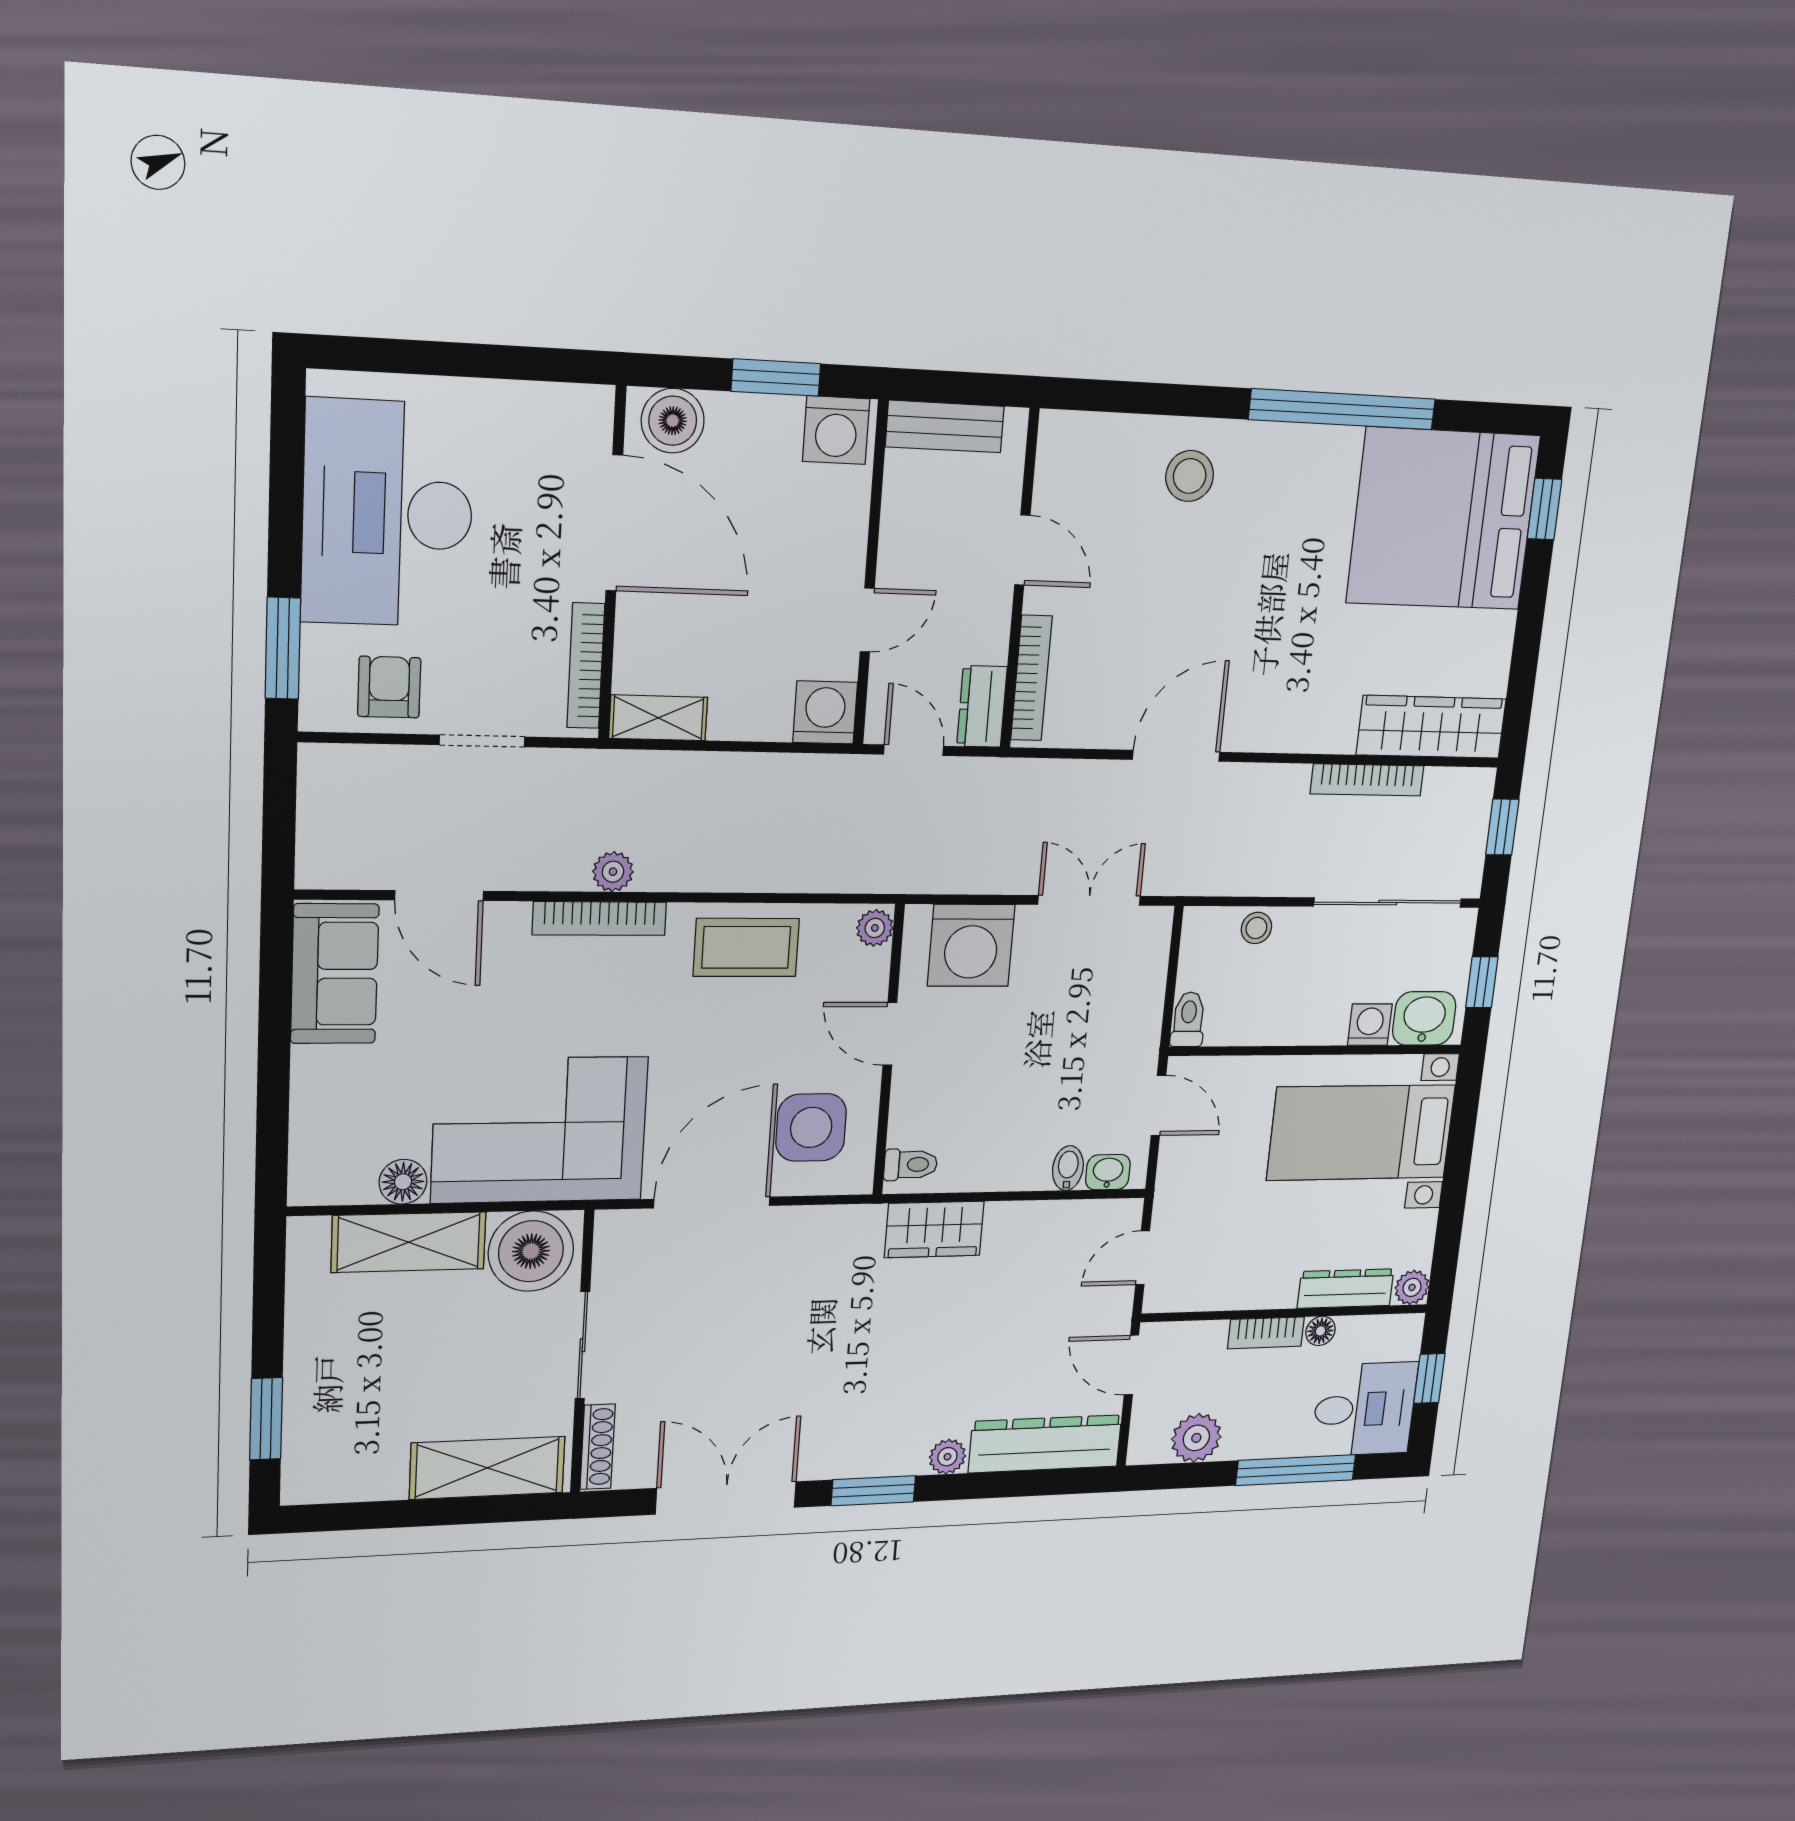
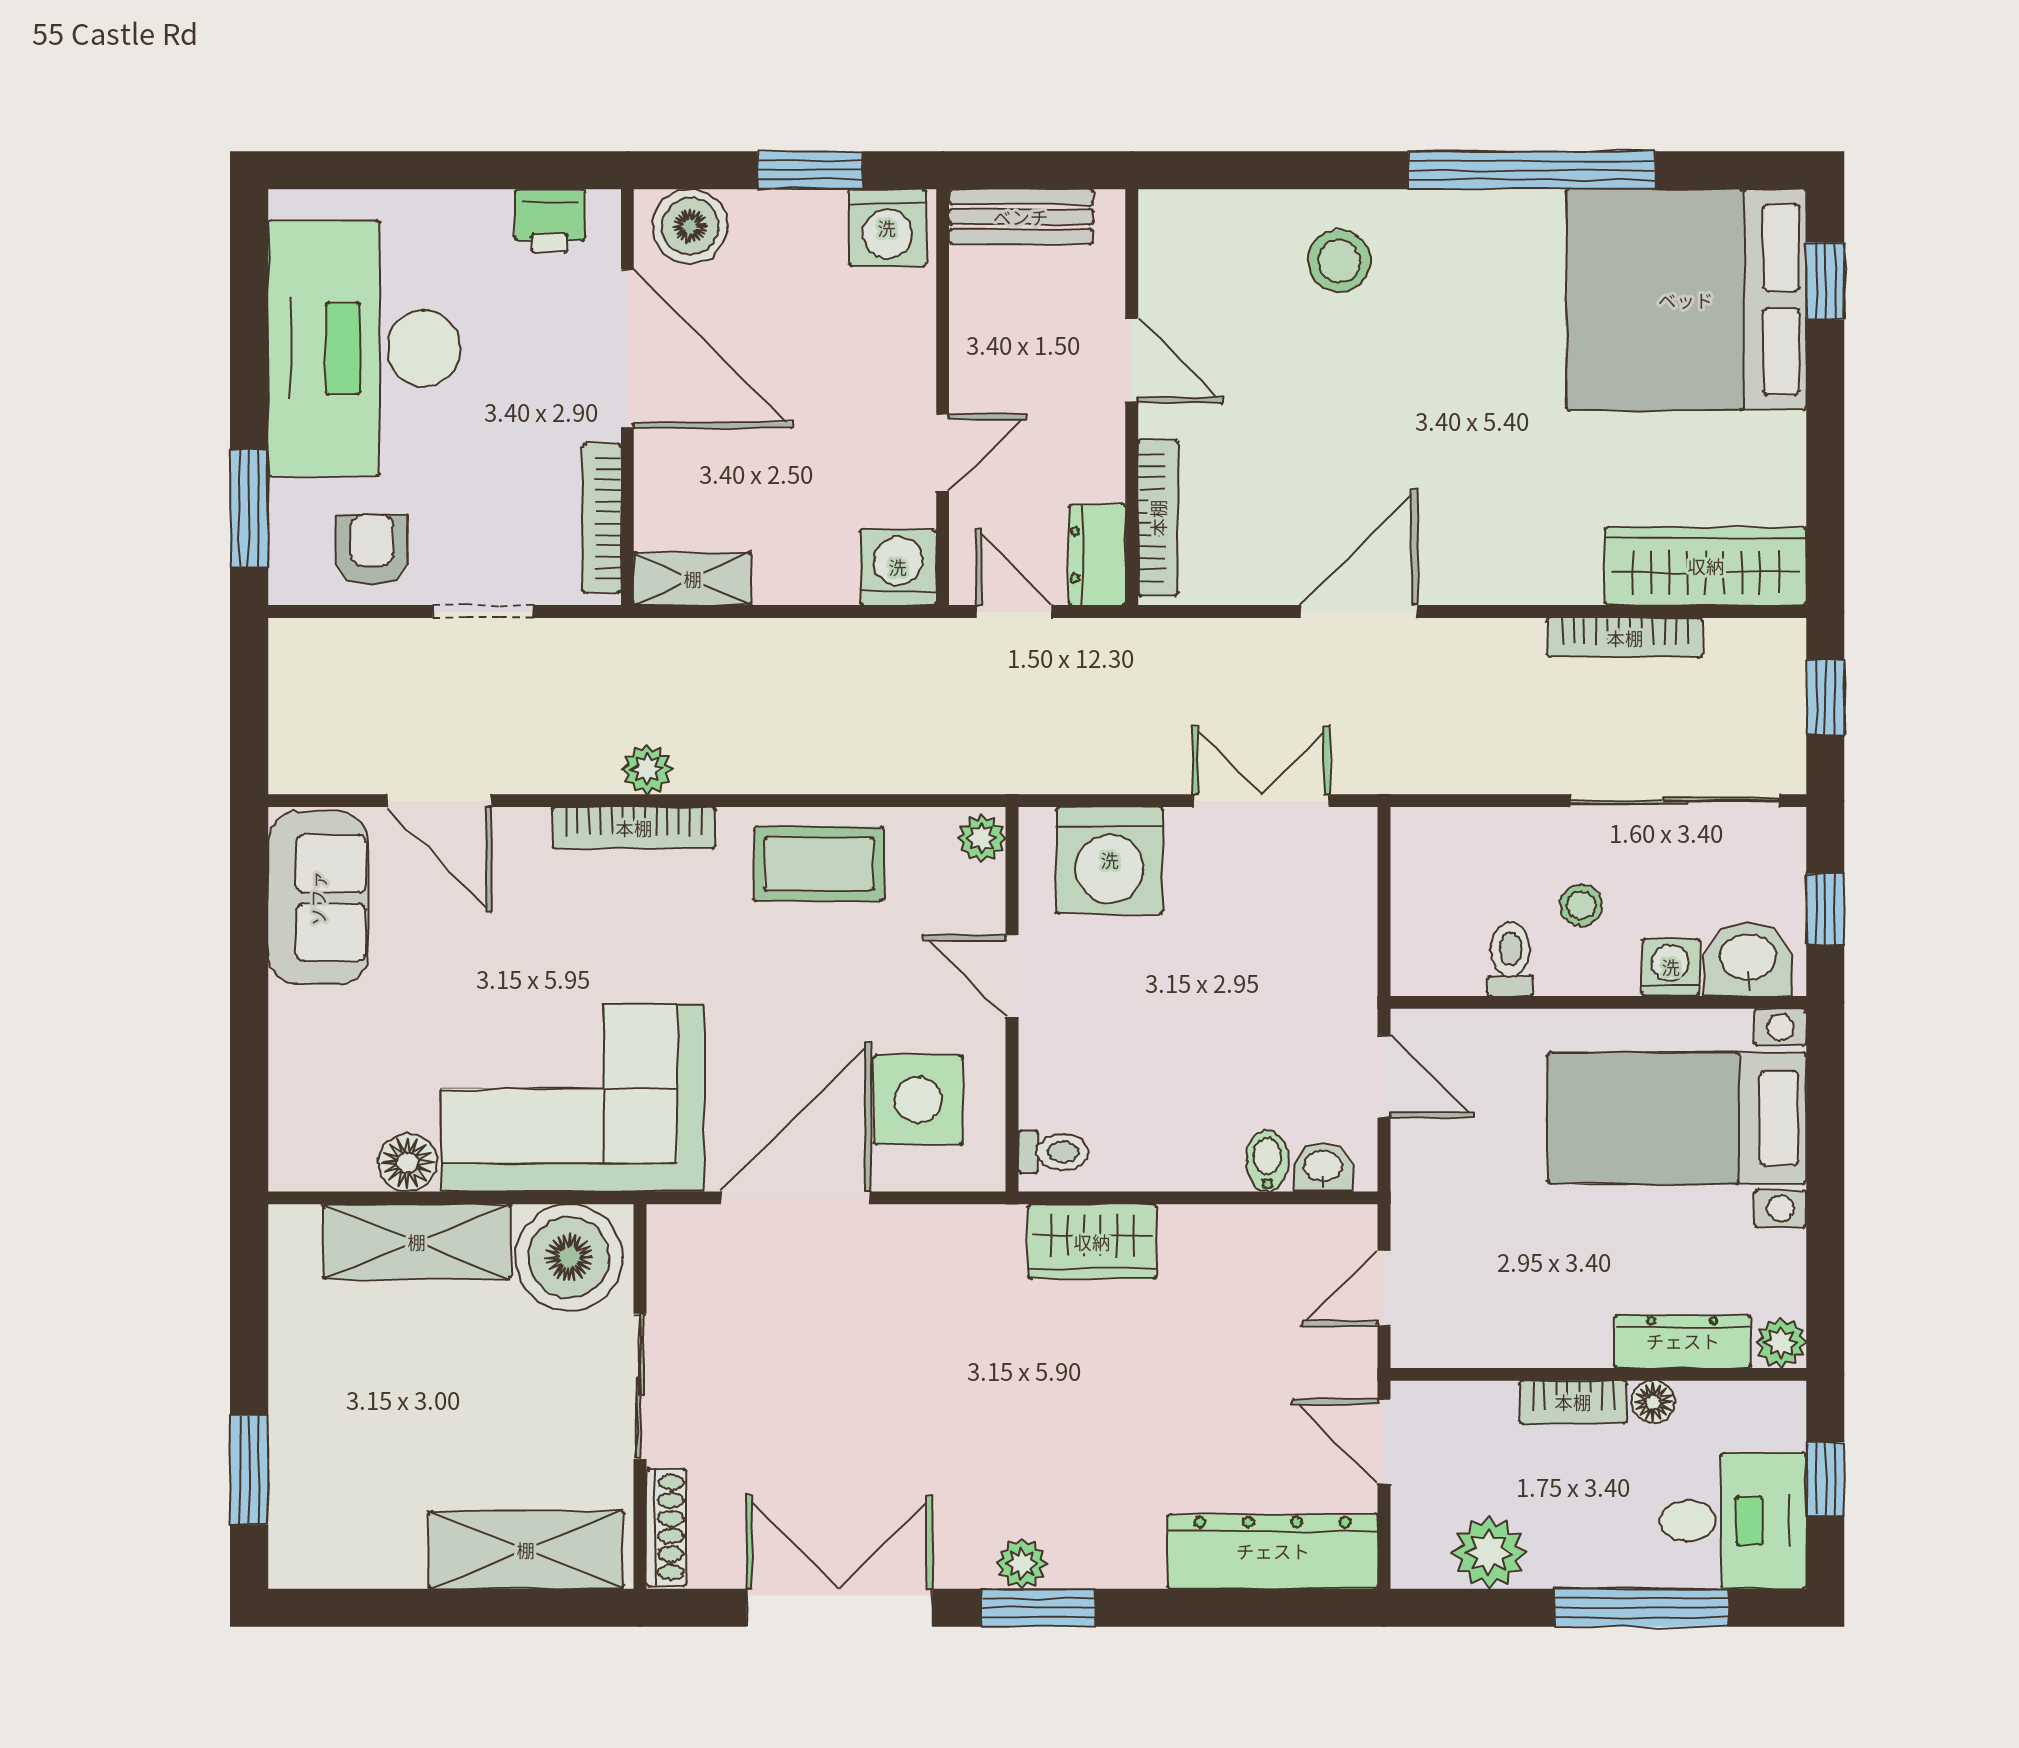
printer: (553, 410) -> (550, 221), added
stool: (1256, 928) -> (1581, 905), moved
toilet: (1188, 1019) -> (1510, 959), moved
plant: (947, 1457) -> (1022, 1563), moved

